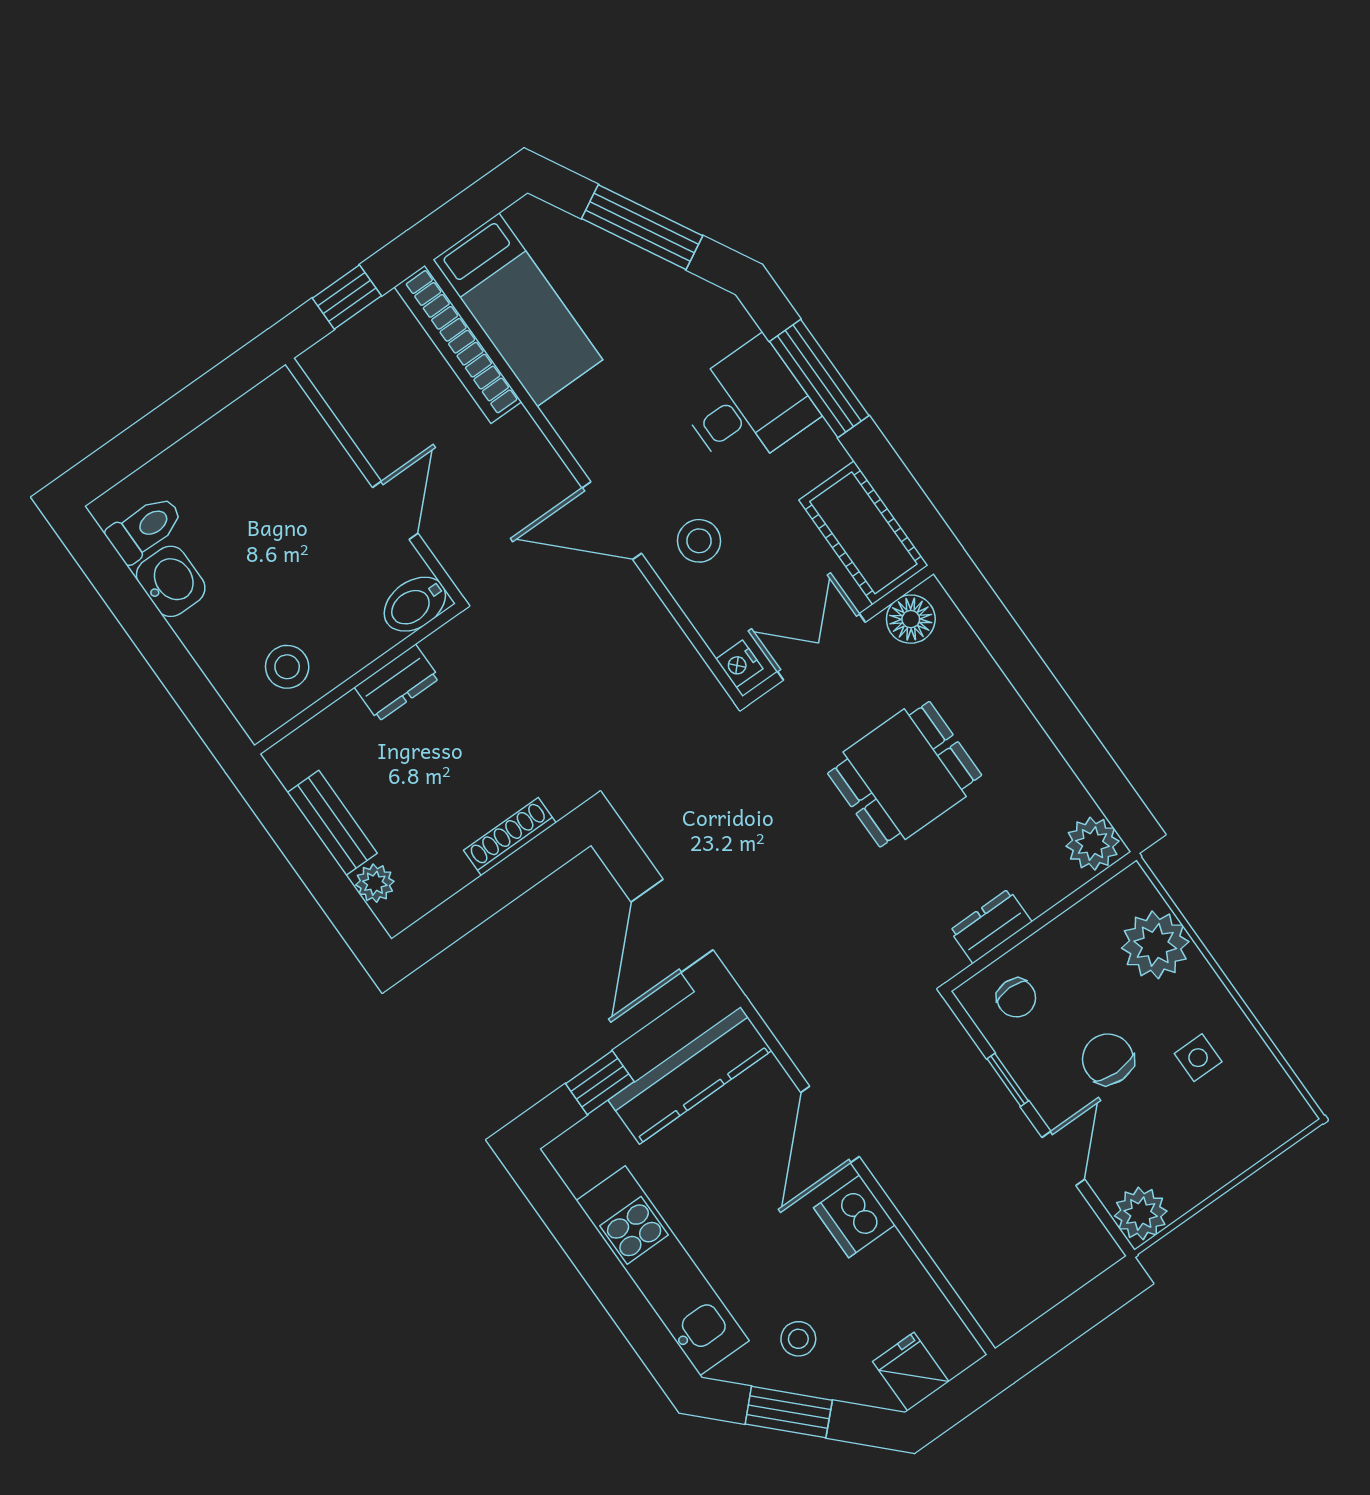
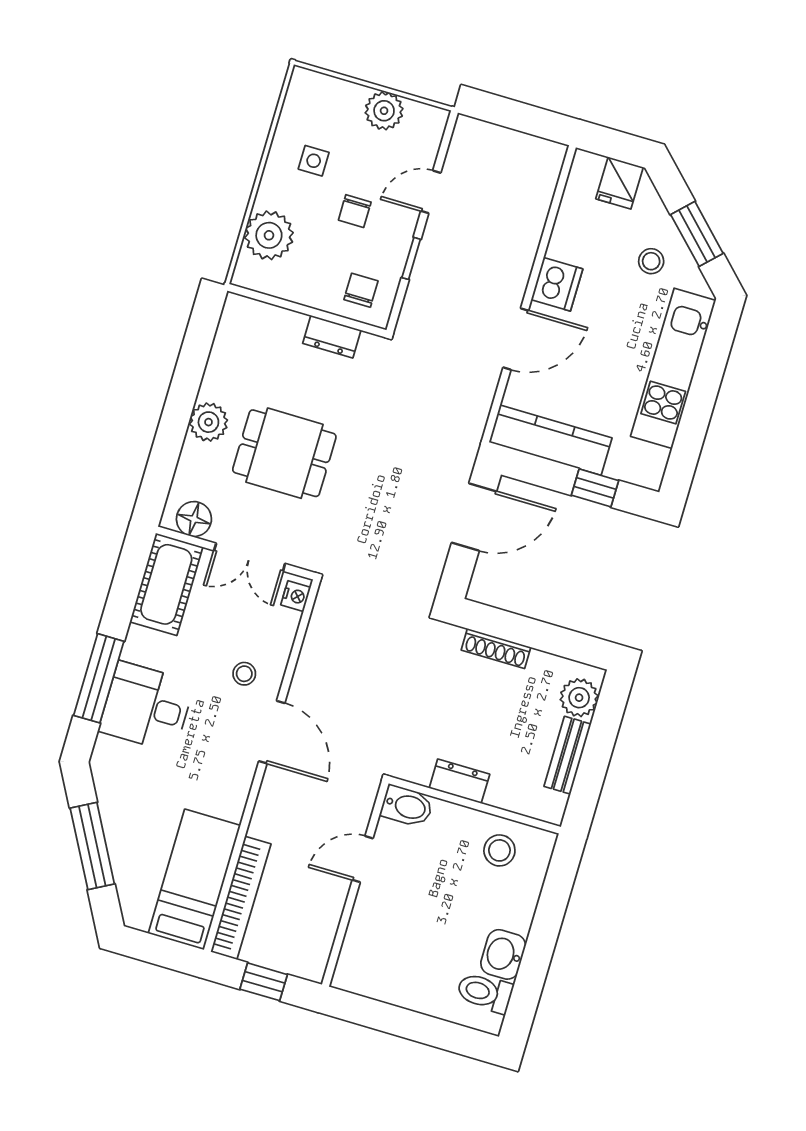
stool: (699, 541) -> (244, 674), width x0.73, depth x0.73
plant: (1093, 844) -> (208, 422), moved
plant: (375, 883) -> (579, 698), width x1.38, depth x1.38
chair: (1108, 1059) -> (355, 211), width x0.73, depth x0.73
plant: (1141, 1214) -> (384, 111), moved

